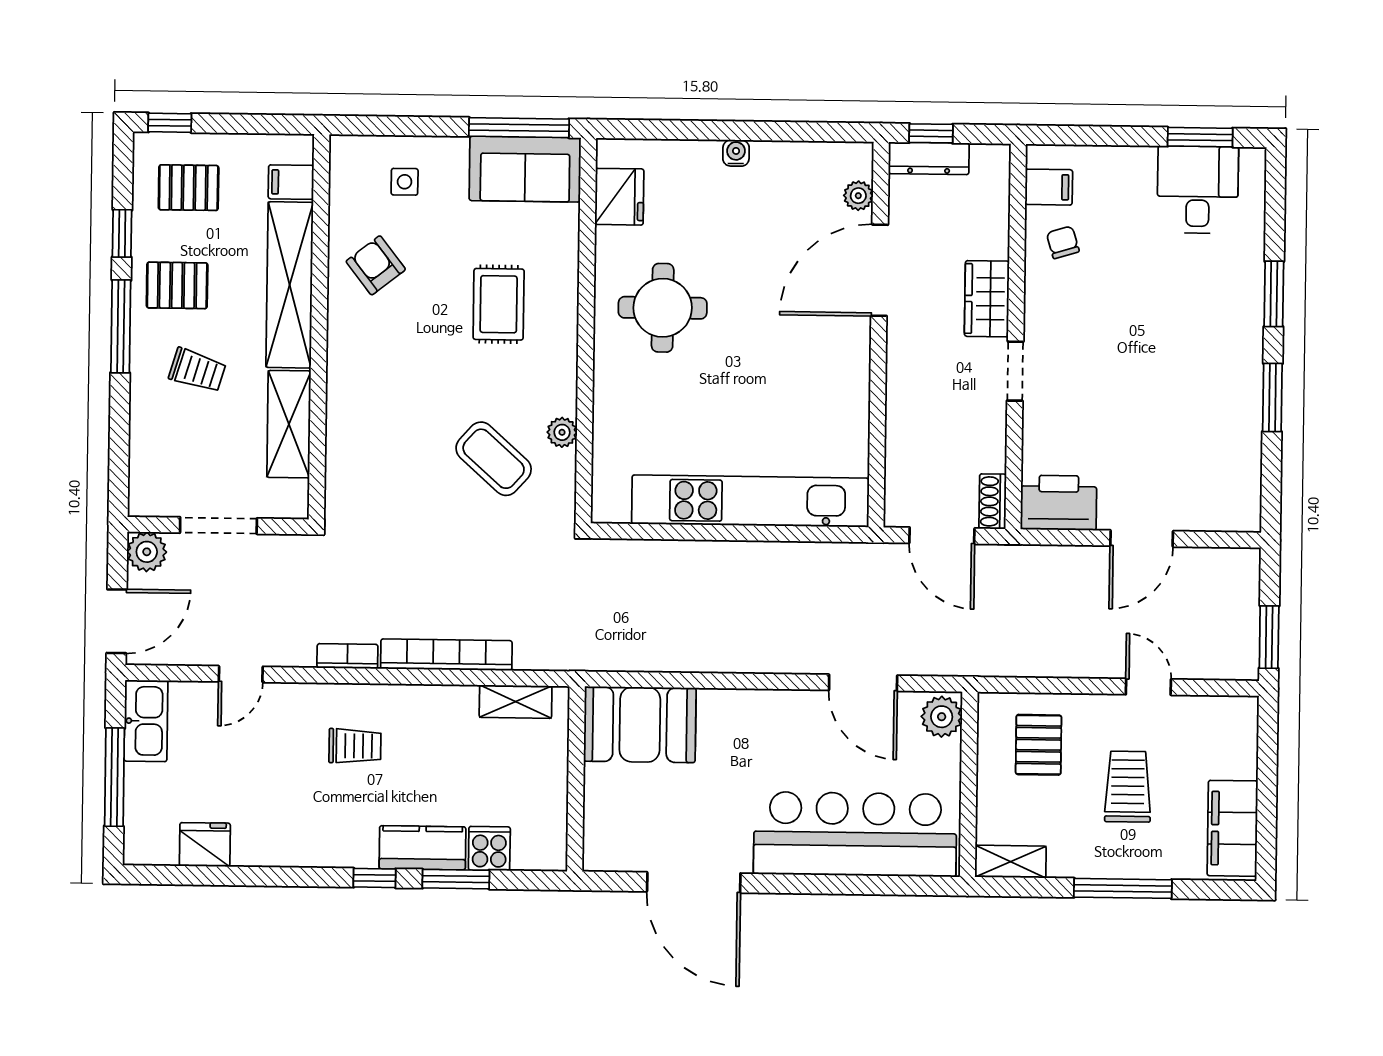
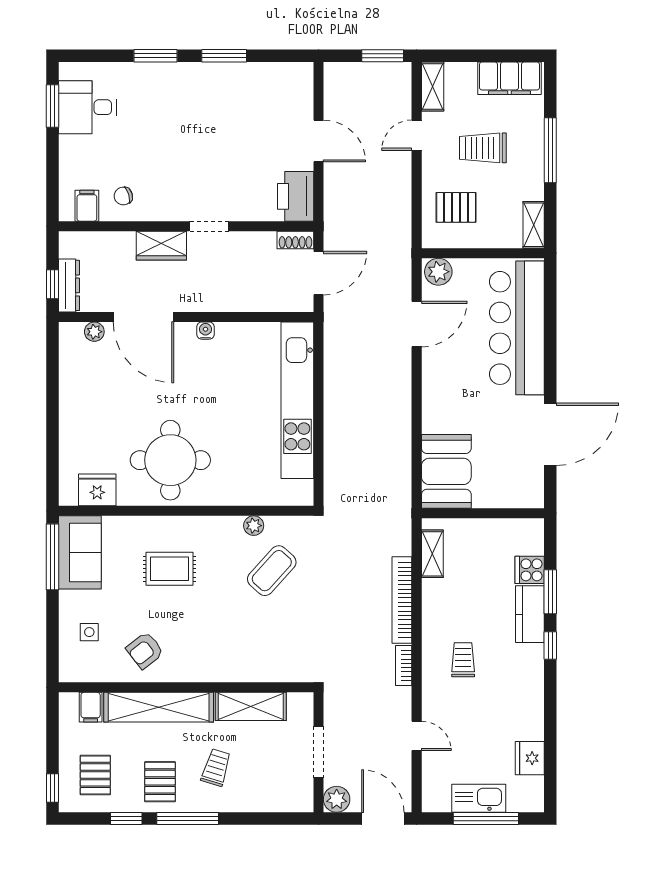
water cooler: (736, 153) -> (205, 331), moved, turned 90
round table: (663, 308) -> (170, 460), width x1.36, depth x1.36
shelving: (1222, 712) -> (433, 87), added
kitchen sink: (146, 721) -> (479, 798), moved

